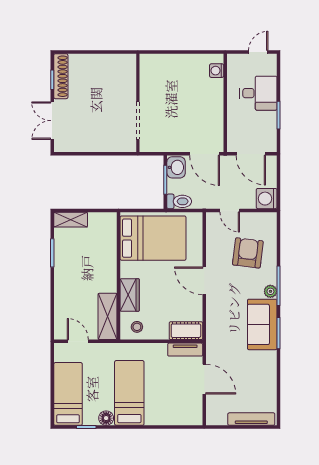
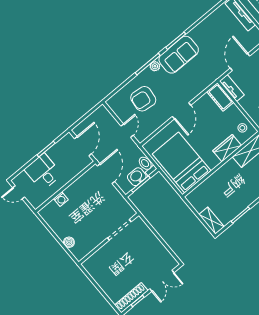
boiler: (167, 60) -> (69, 242), added
washing machine: (217, 71) -> (61, 199), moved
washbasin: (176, 167) -> (137, 177), moved
washing machine: (267, 199) -> (102, 115), removed

